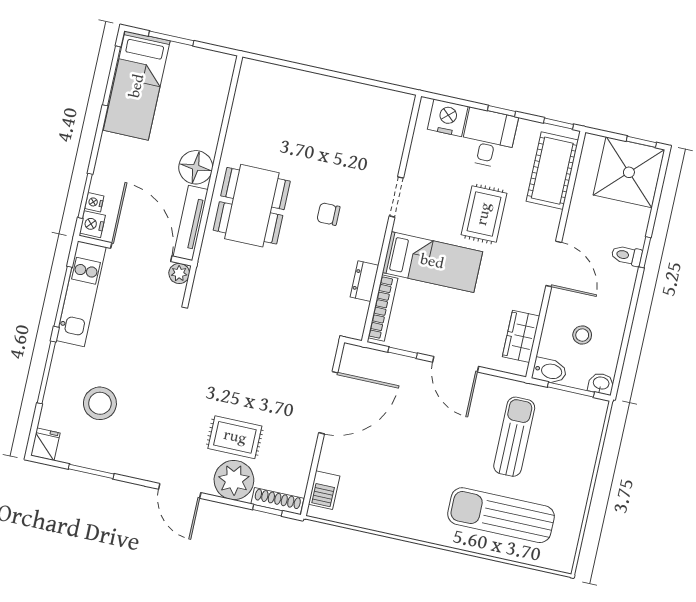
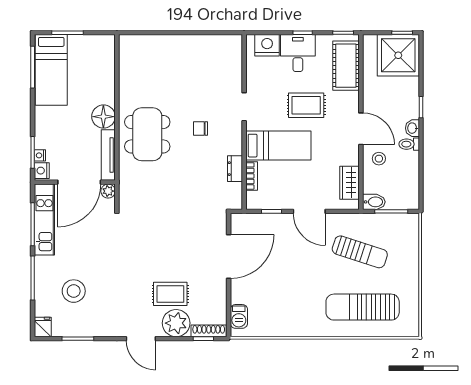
rug: (484, 214) -> (306, 105), turned 90
door: (141, 252) -> (79, 182), swing flipped
toilet: (627, 255) -> (409, 144), moved
bookcase: (383, 308) -> (252, 176), width x0.64
stool: (582, 335) -> (379, 159), moved
washbasin: (601, 384) -> (412, 128), moved, turned -90
sun lounger: (514, 437) -> (360, 252), turned 108

